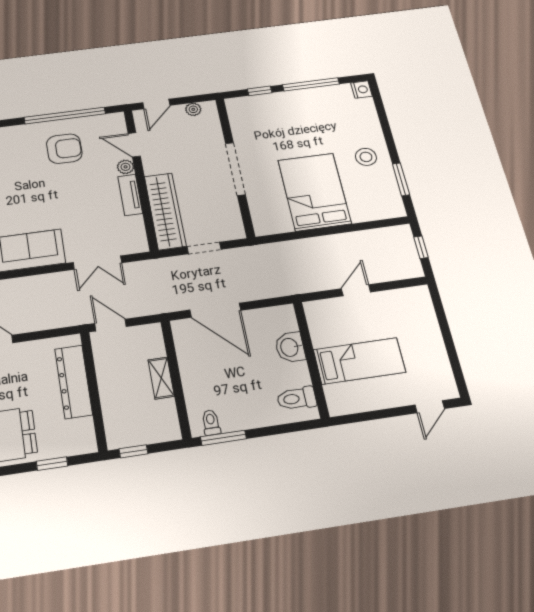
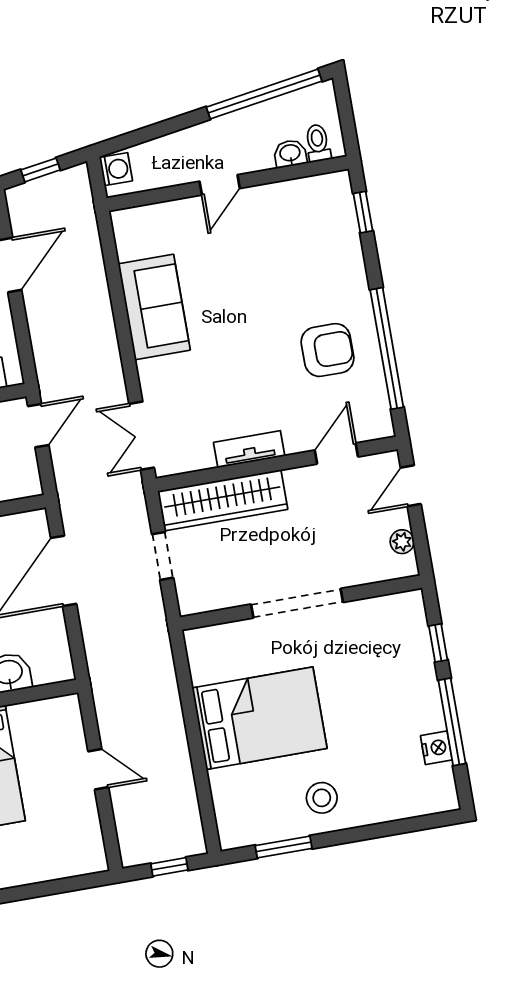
nightstand: (361, 90) -> (436, 748), moved, turned -90
door: (156, 104) -> (411, 486), hinge flipped
armchair: (64, 149) -> (327, 350), turned -90
plant: (126, 167) -> (297, 441), removed
double door: (97, 263) -> (142, 436), moved

